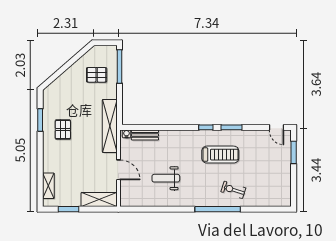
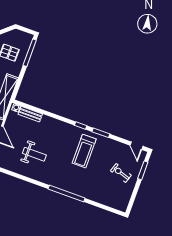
treadmill: (220, 155) -> (84, 151), turned 90
weight bench: (166, 178) -> (34, 154), turned 180
exercise bike: (233, 190) -> (121, 173), moved

